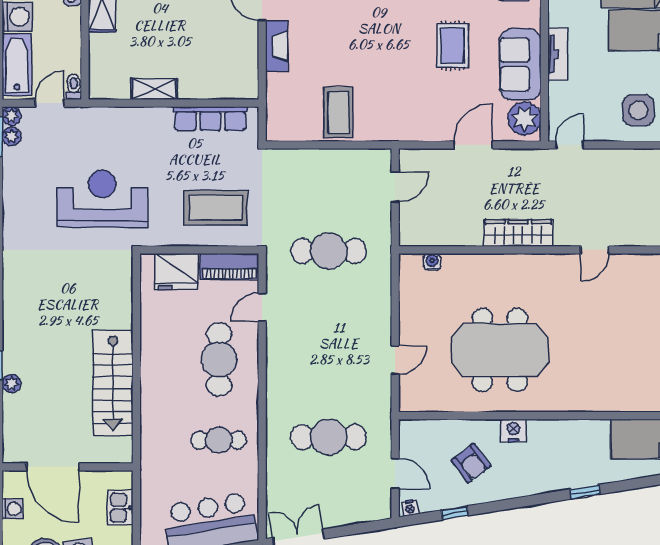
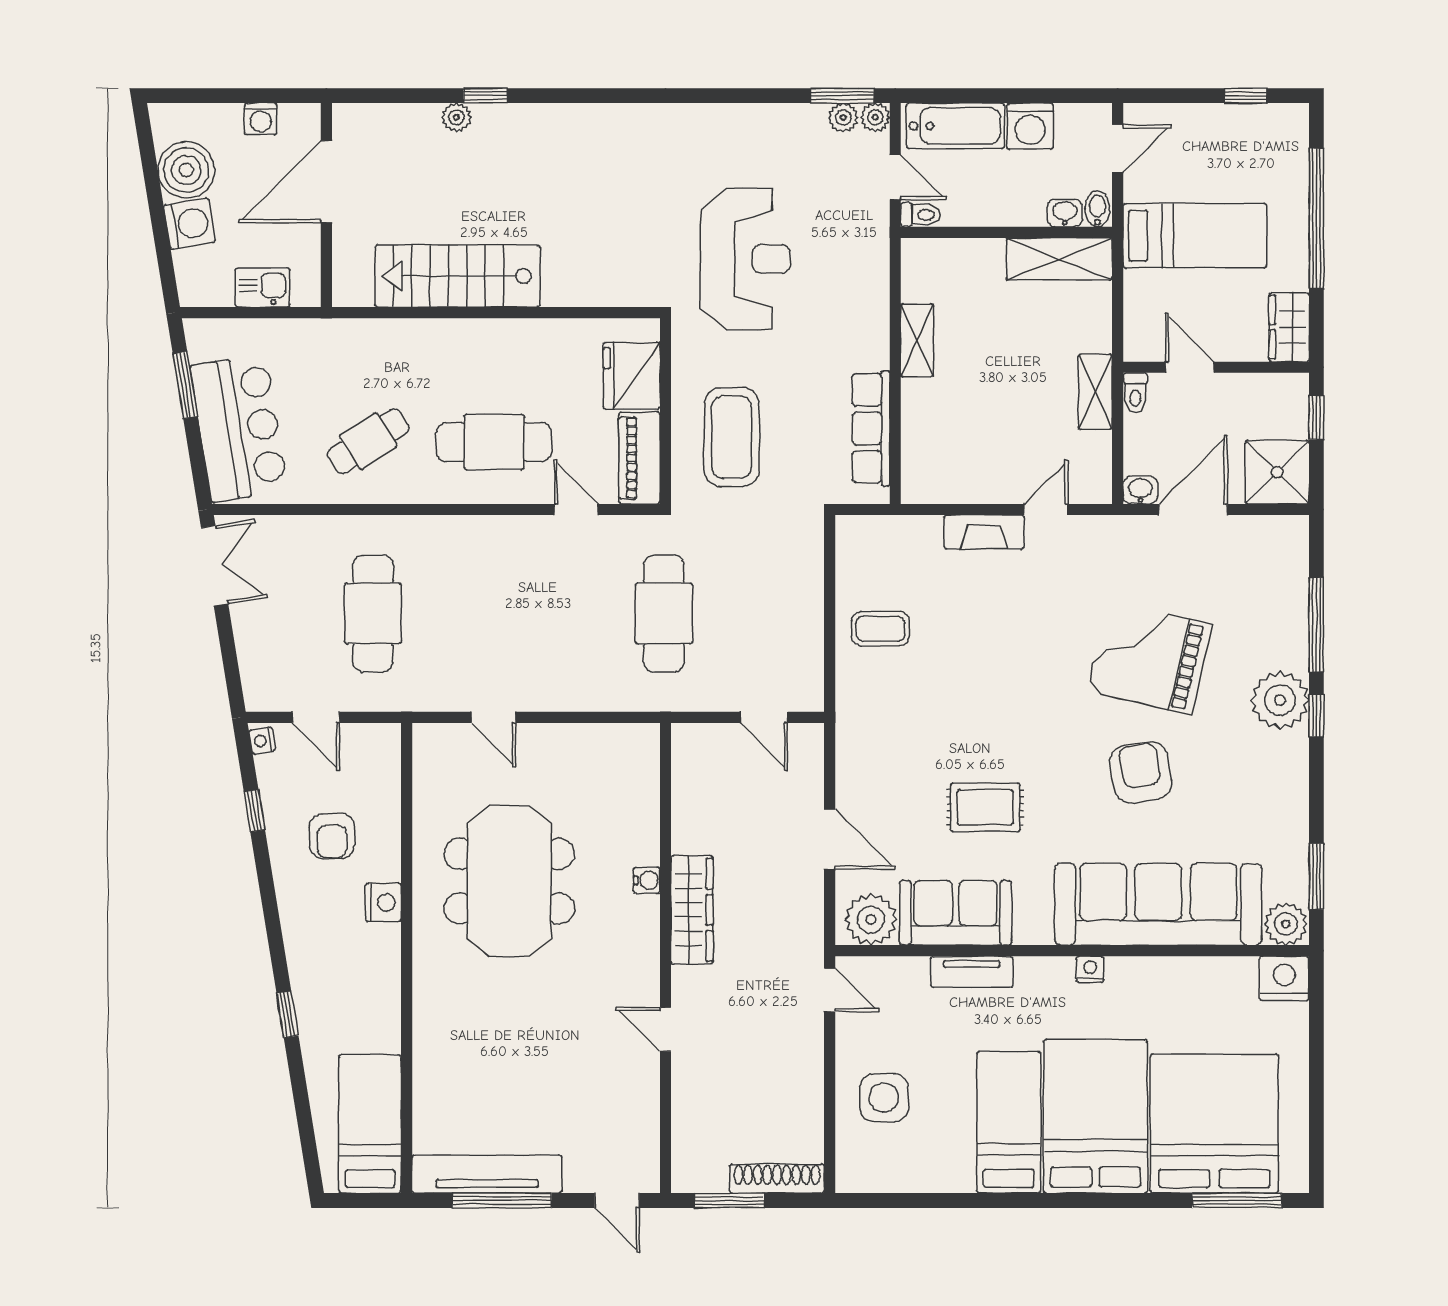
coffee table: (338, 112) -> (881, 629), width x0.73, depth x0.77
water cooler: (432, 262) -> (647, 880), moved
cafe table: (219, 440) -> (368, 441), turned 57
armchair: (471, 463) -> (332, 836), turned -53
door: (395, 474) -> (316, 717), hinge flipped

